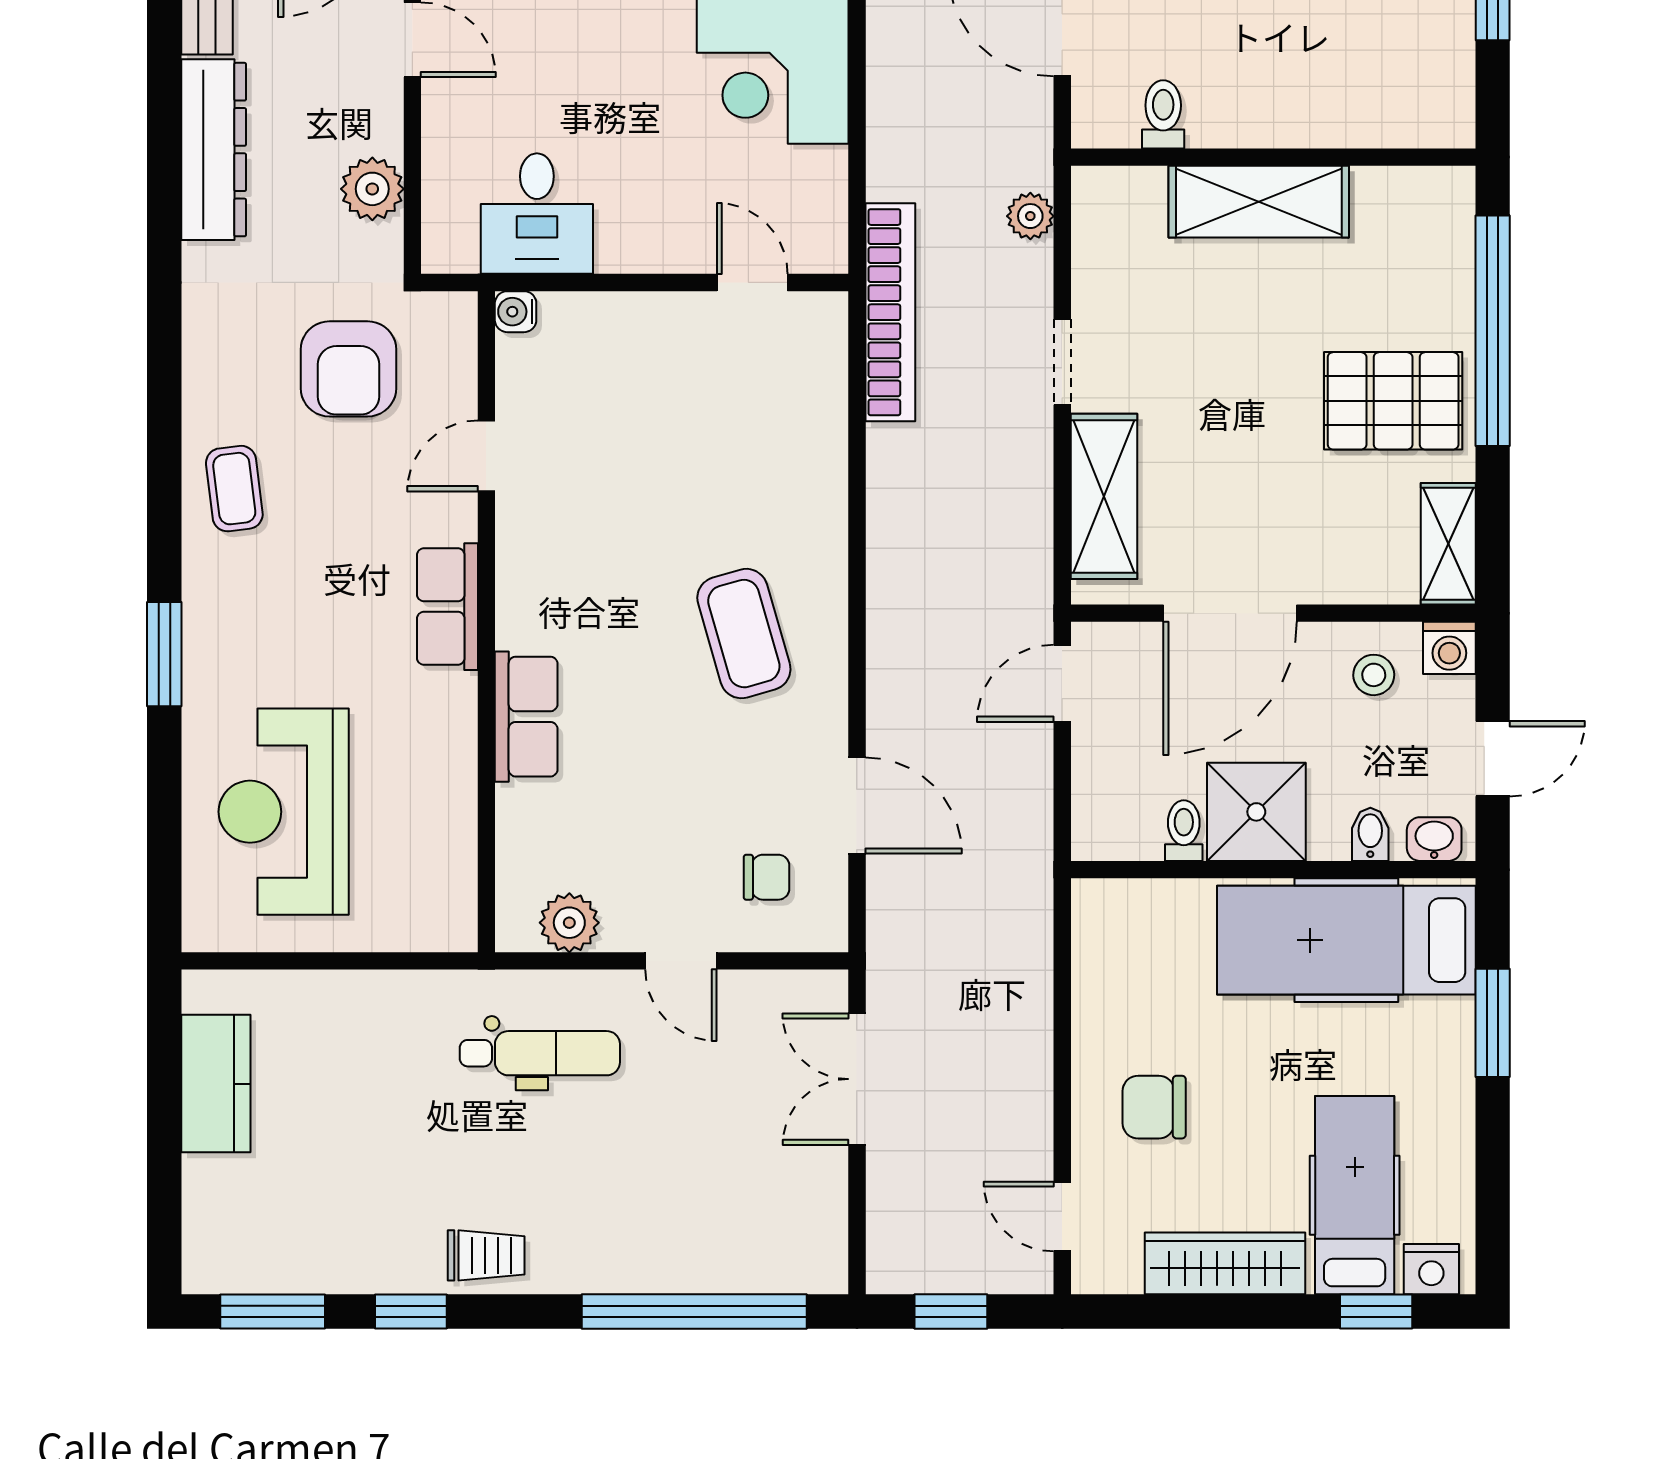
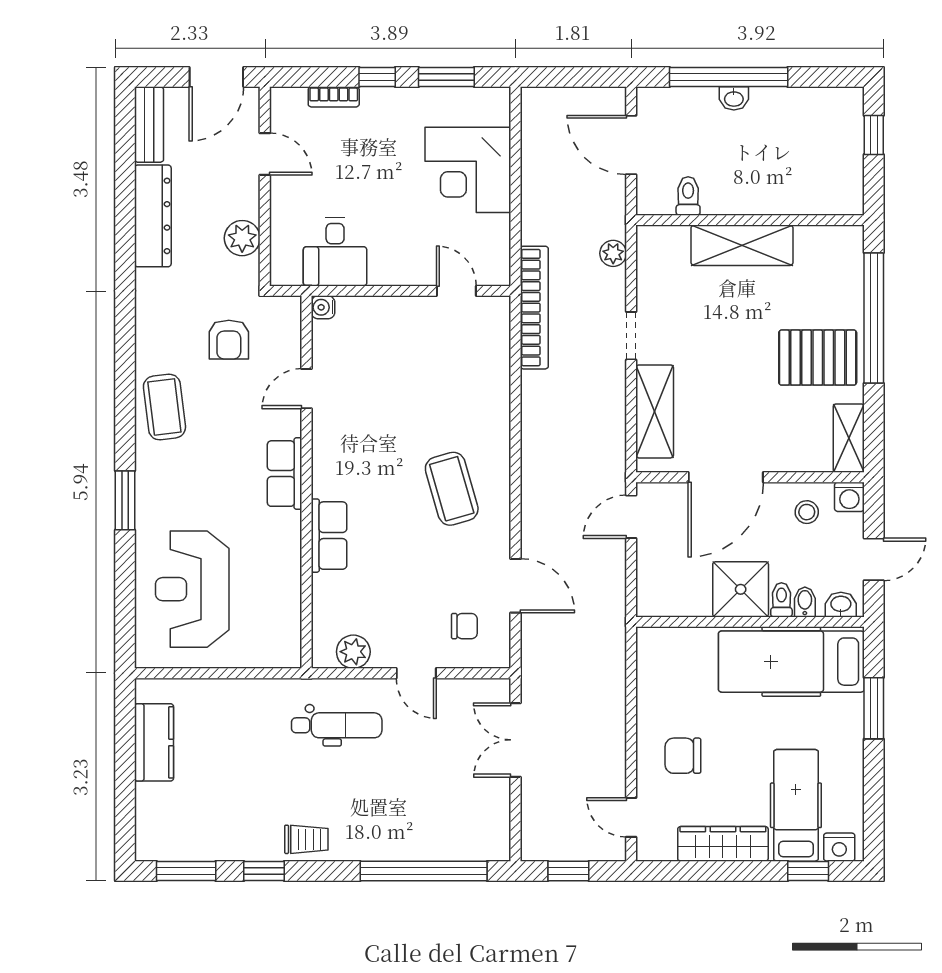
armchair: (348, 369) -> (229, 340), width x0.72, depth x0.72
coffee table: (234, 489) -> (164, 407), width x1.36, depth x1.30
toilet: (1184, 831) -> (781, 600), moved

